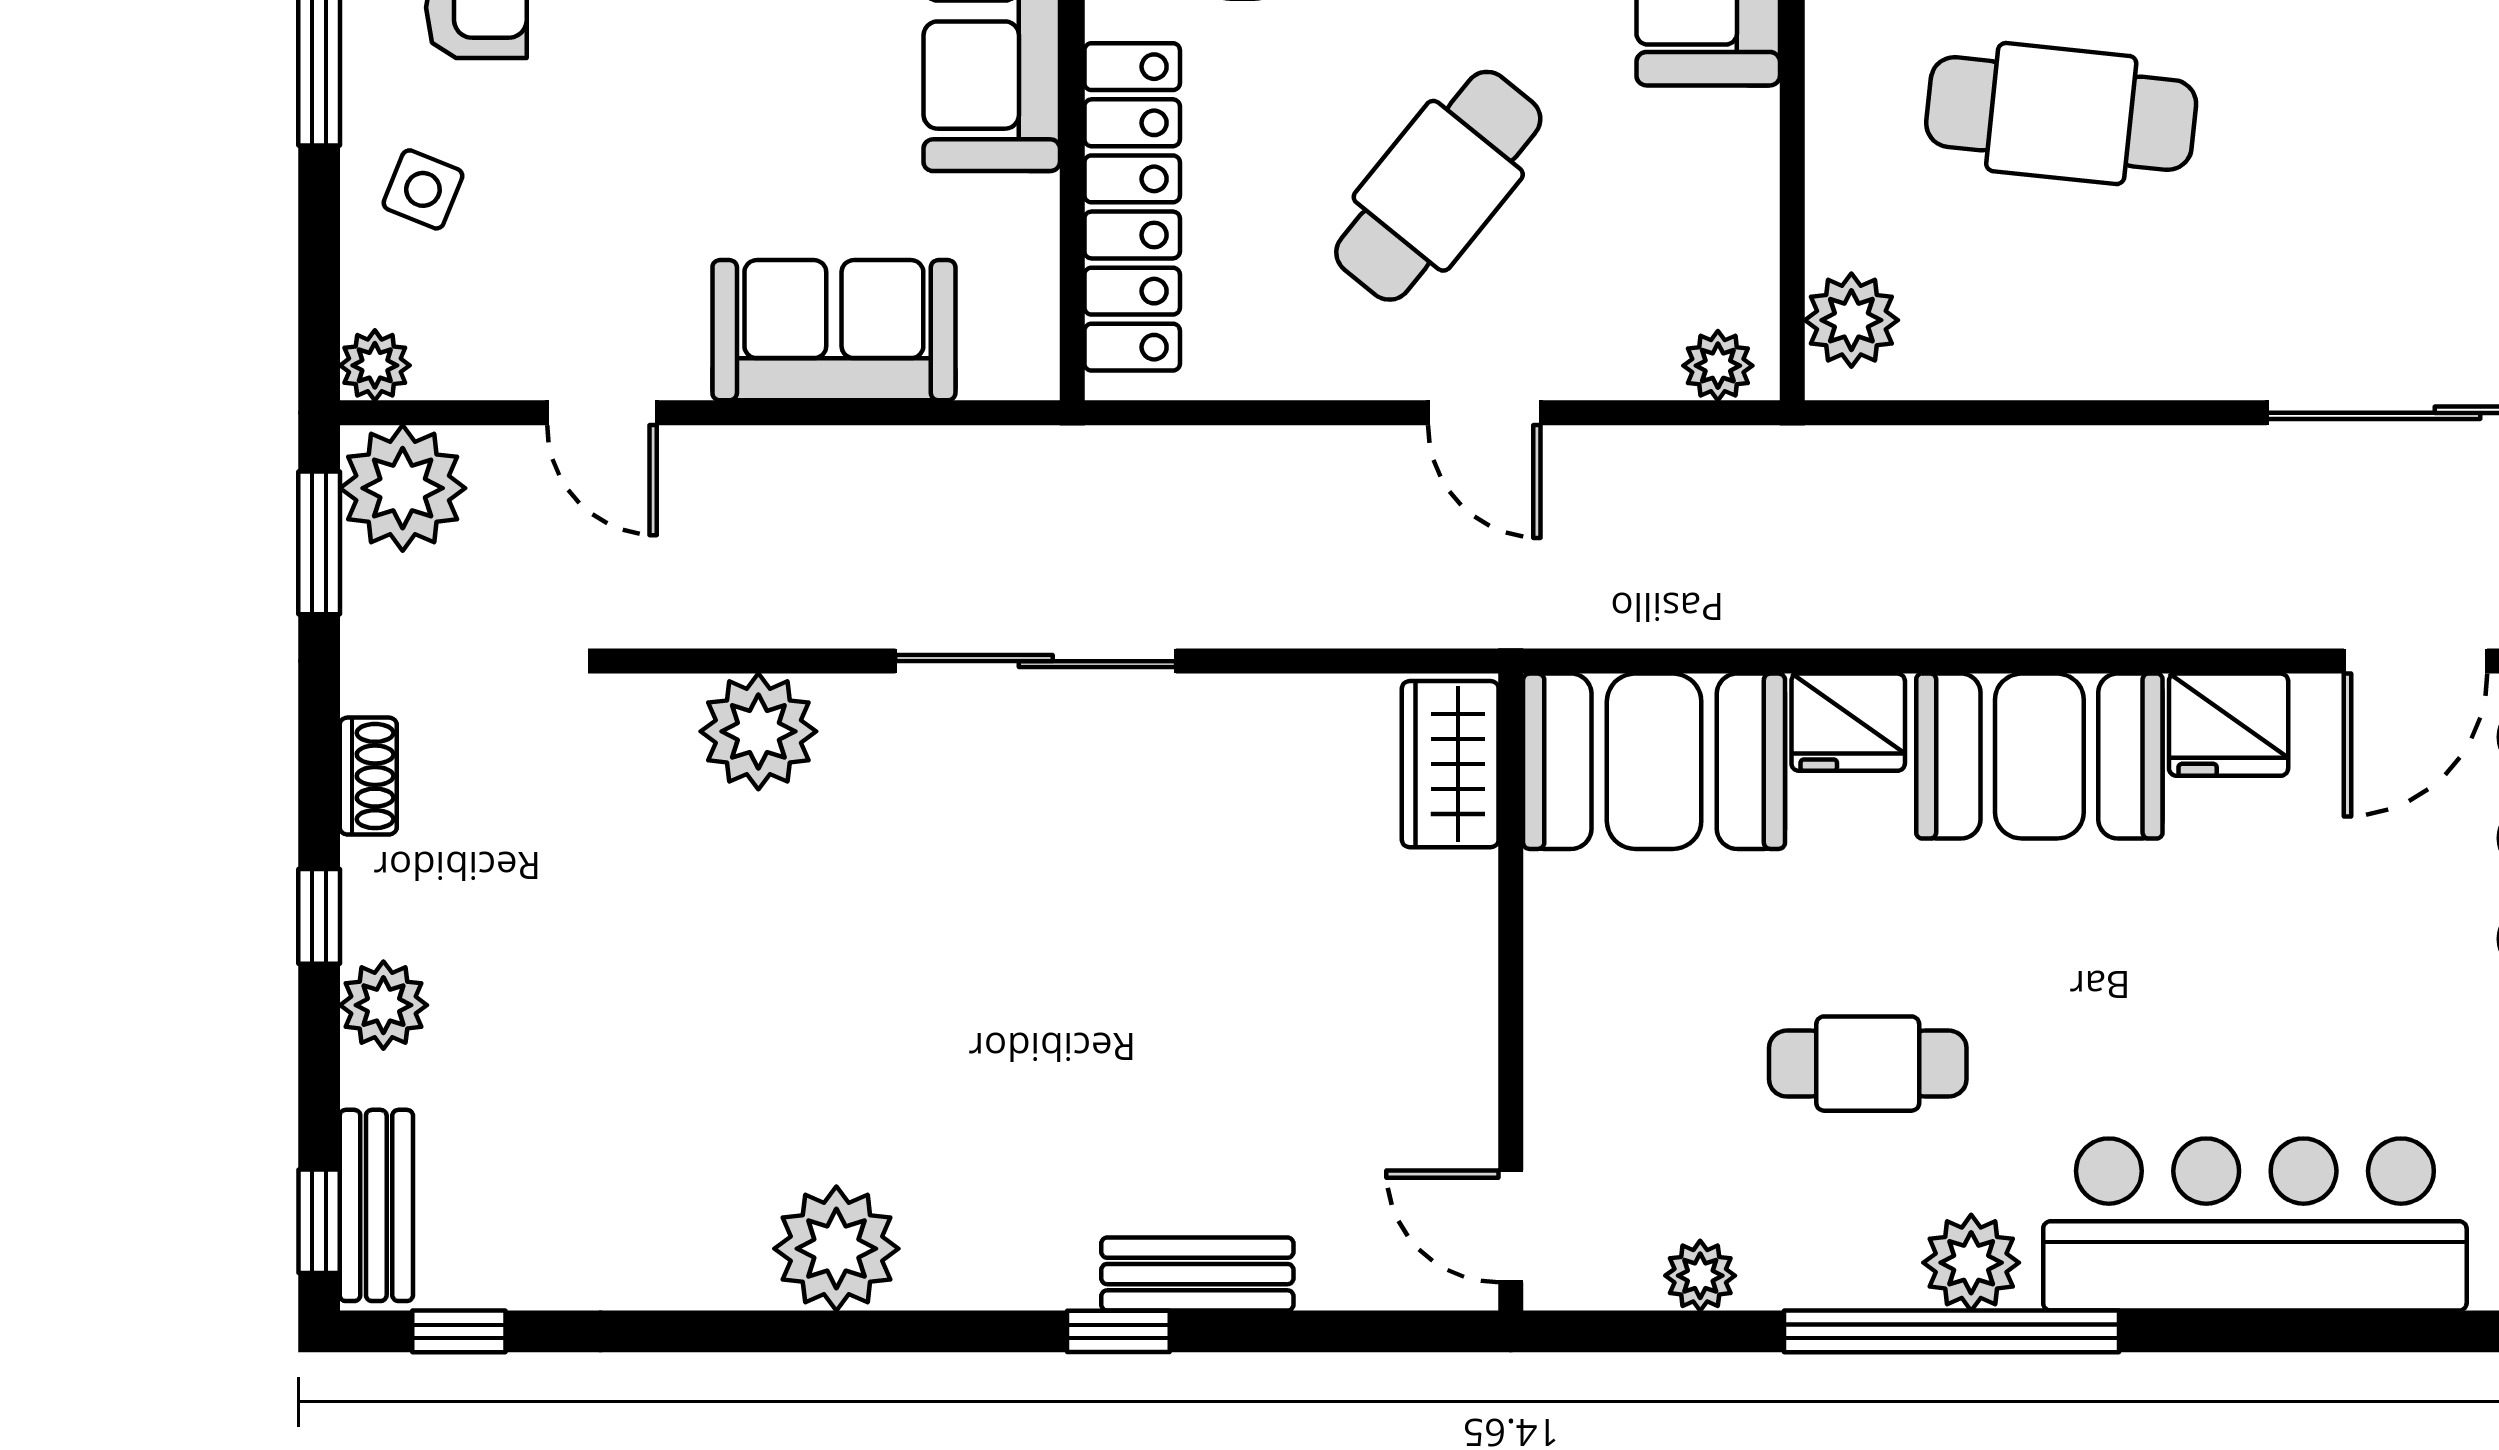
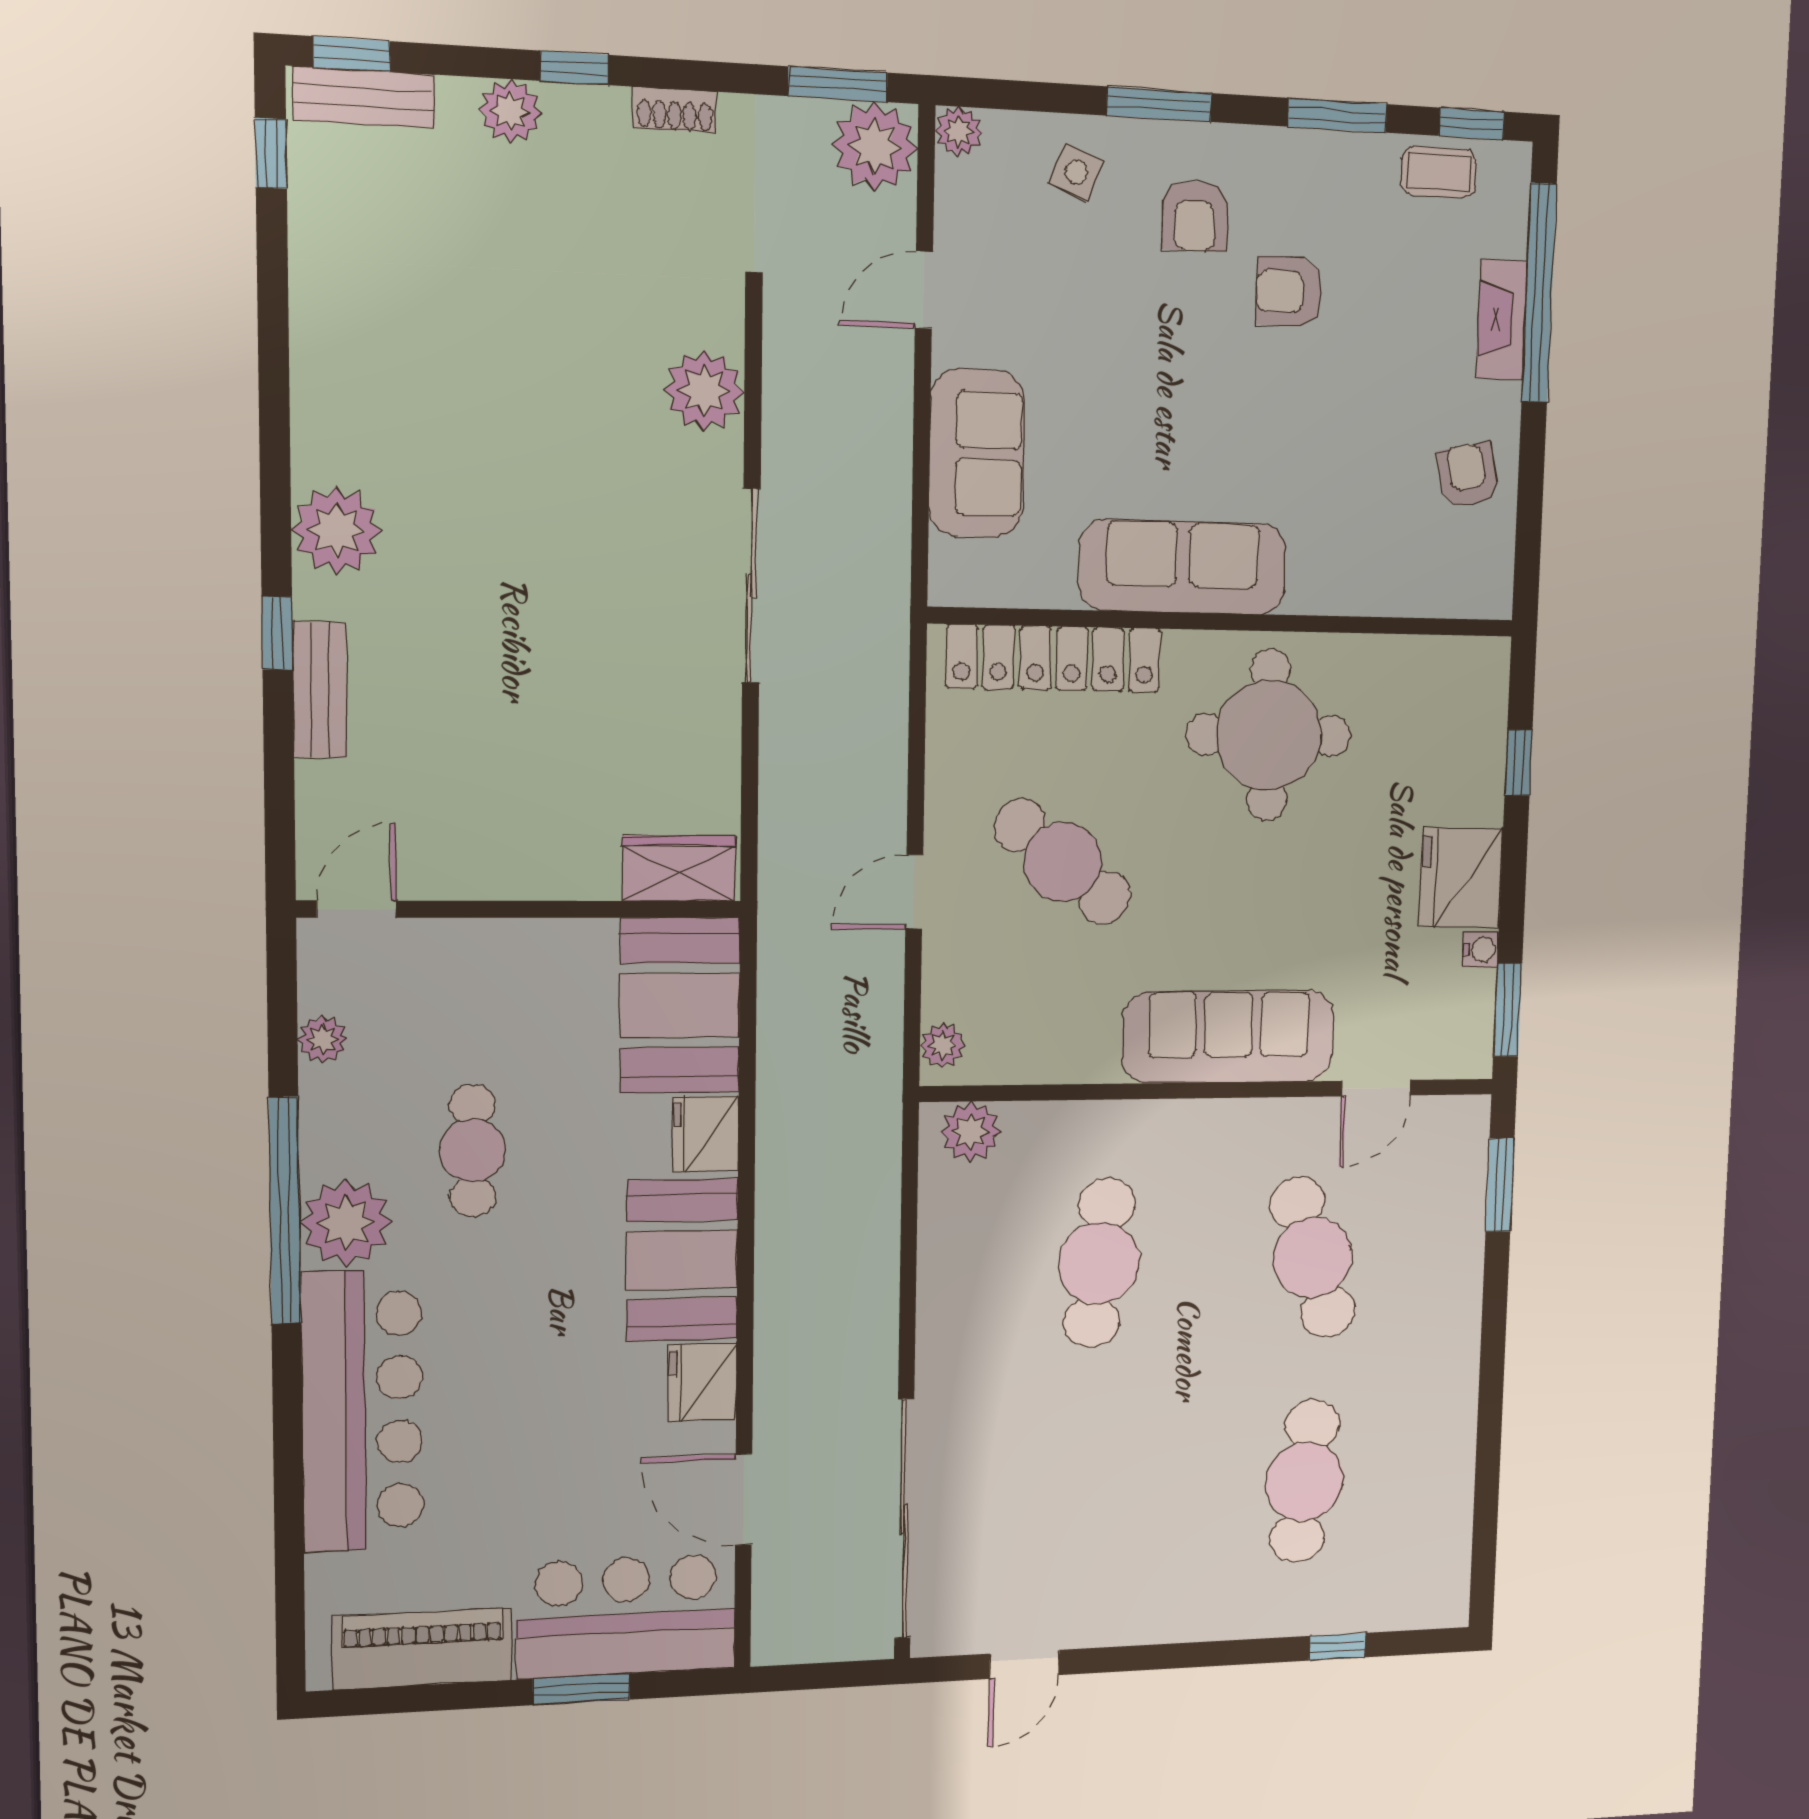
plant: (836, 1249) -> (336, 530), moved
plant: (1971, 1263) -> (346, 1223), width x1.36, depth x1.36

